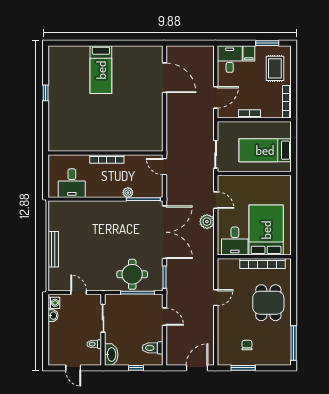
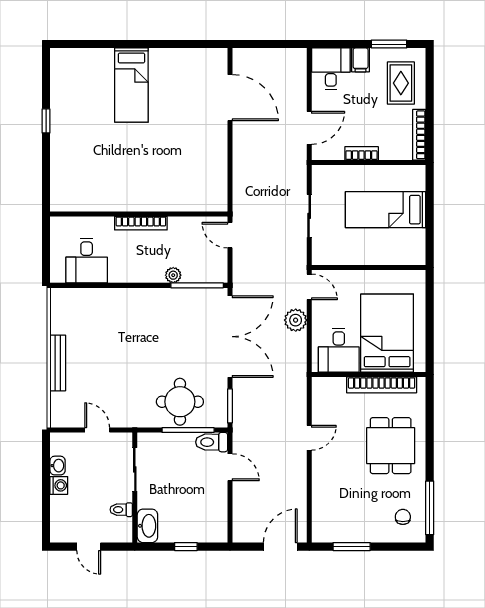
wall: (254, 174) -> (369, 268), moved
washing machine: (54, 303) -> (59, 485), moved
chair: (247, 345) -> (403, 517), moved
toilet: (153, 348) -> (212, 442), moved

